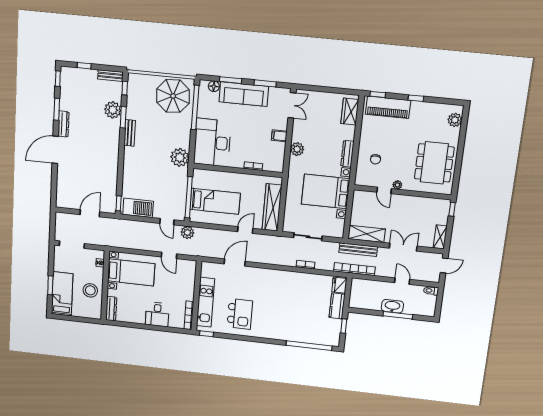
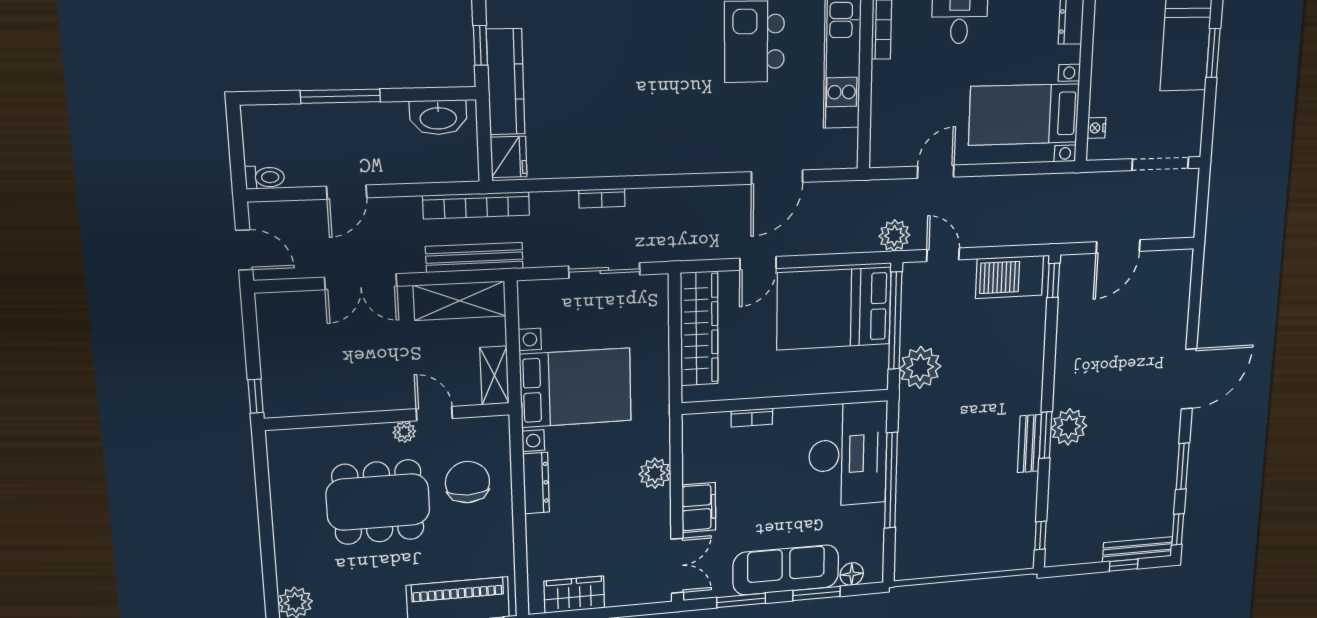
bench: (110, 76) -> (1138, 549), moved, width x1.36
parasol: (173, 96) -> (938, 538), removed
double door: (292, 105) -> (677, 566), swing flipped
window: (195, 108) -> (891, 480), moved
plant: (113, 110) -> (1069, 427), moved
wardrobe: (350, 112) -> (574, 595), moved, turned -90
window: (123, 117) -> (1046, 435), moved
dresser: (63, 124) -> (1170, 438), removed
filing cabinet: (279, 136) -> (699, 508), width x2.00
plant: (180, 157) -> (920, 367), moved
chair: (376, 159) -> (468, 482), width x1.87, depth x1.87
dining table: (434, 163) -> (378, 502), moved, turned 90
bed: (215, 201) -> (834, 309), width x1.50
shelving: (440, 237) -> (494, 375), moved
door: (169, 255) -> (936, 172), hinge flipped
door: (444, 266) -> (244, 250), swing flipped
door: (402, 281) -> (347, 192), hinge flipped
stool: (90, 290) -> (1121, 53), removed
kitchen counter: (337, 306) -> (506, 82), width x1.50
washbasin: (392, 306) -> (438, 117), moved

